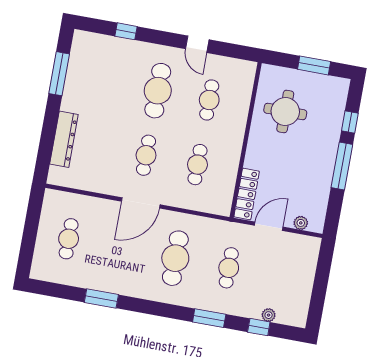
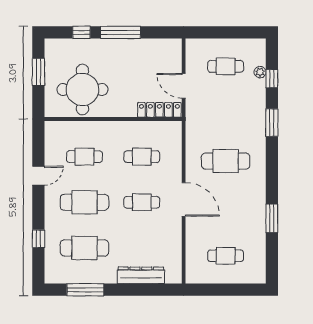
cafe table: (106, 81) -> (84, 248), added
round table: (285, 111) -> (82, 89), width x1.36, depth x1.36
plant: (301, 223) -> (176, 59), removed
cafe table: (229, 268) -> (226, 66), moved

